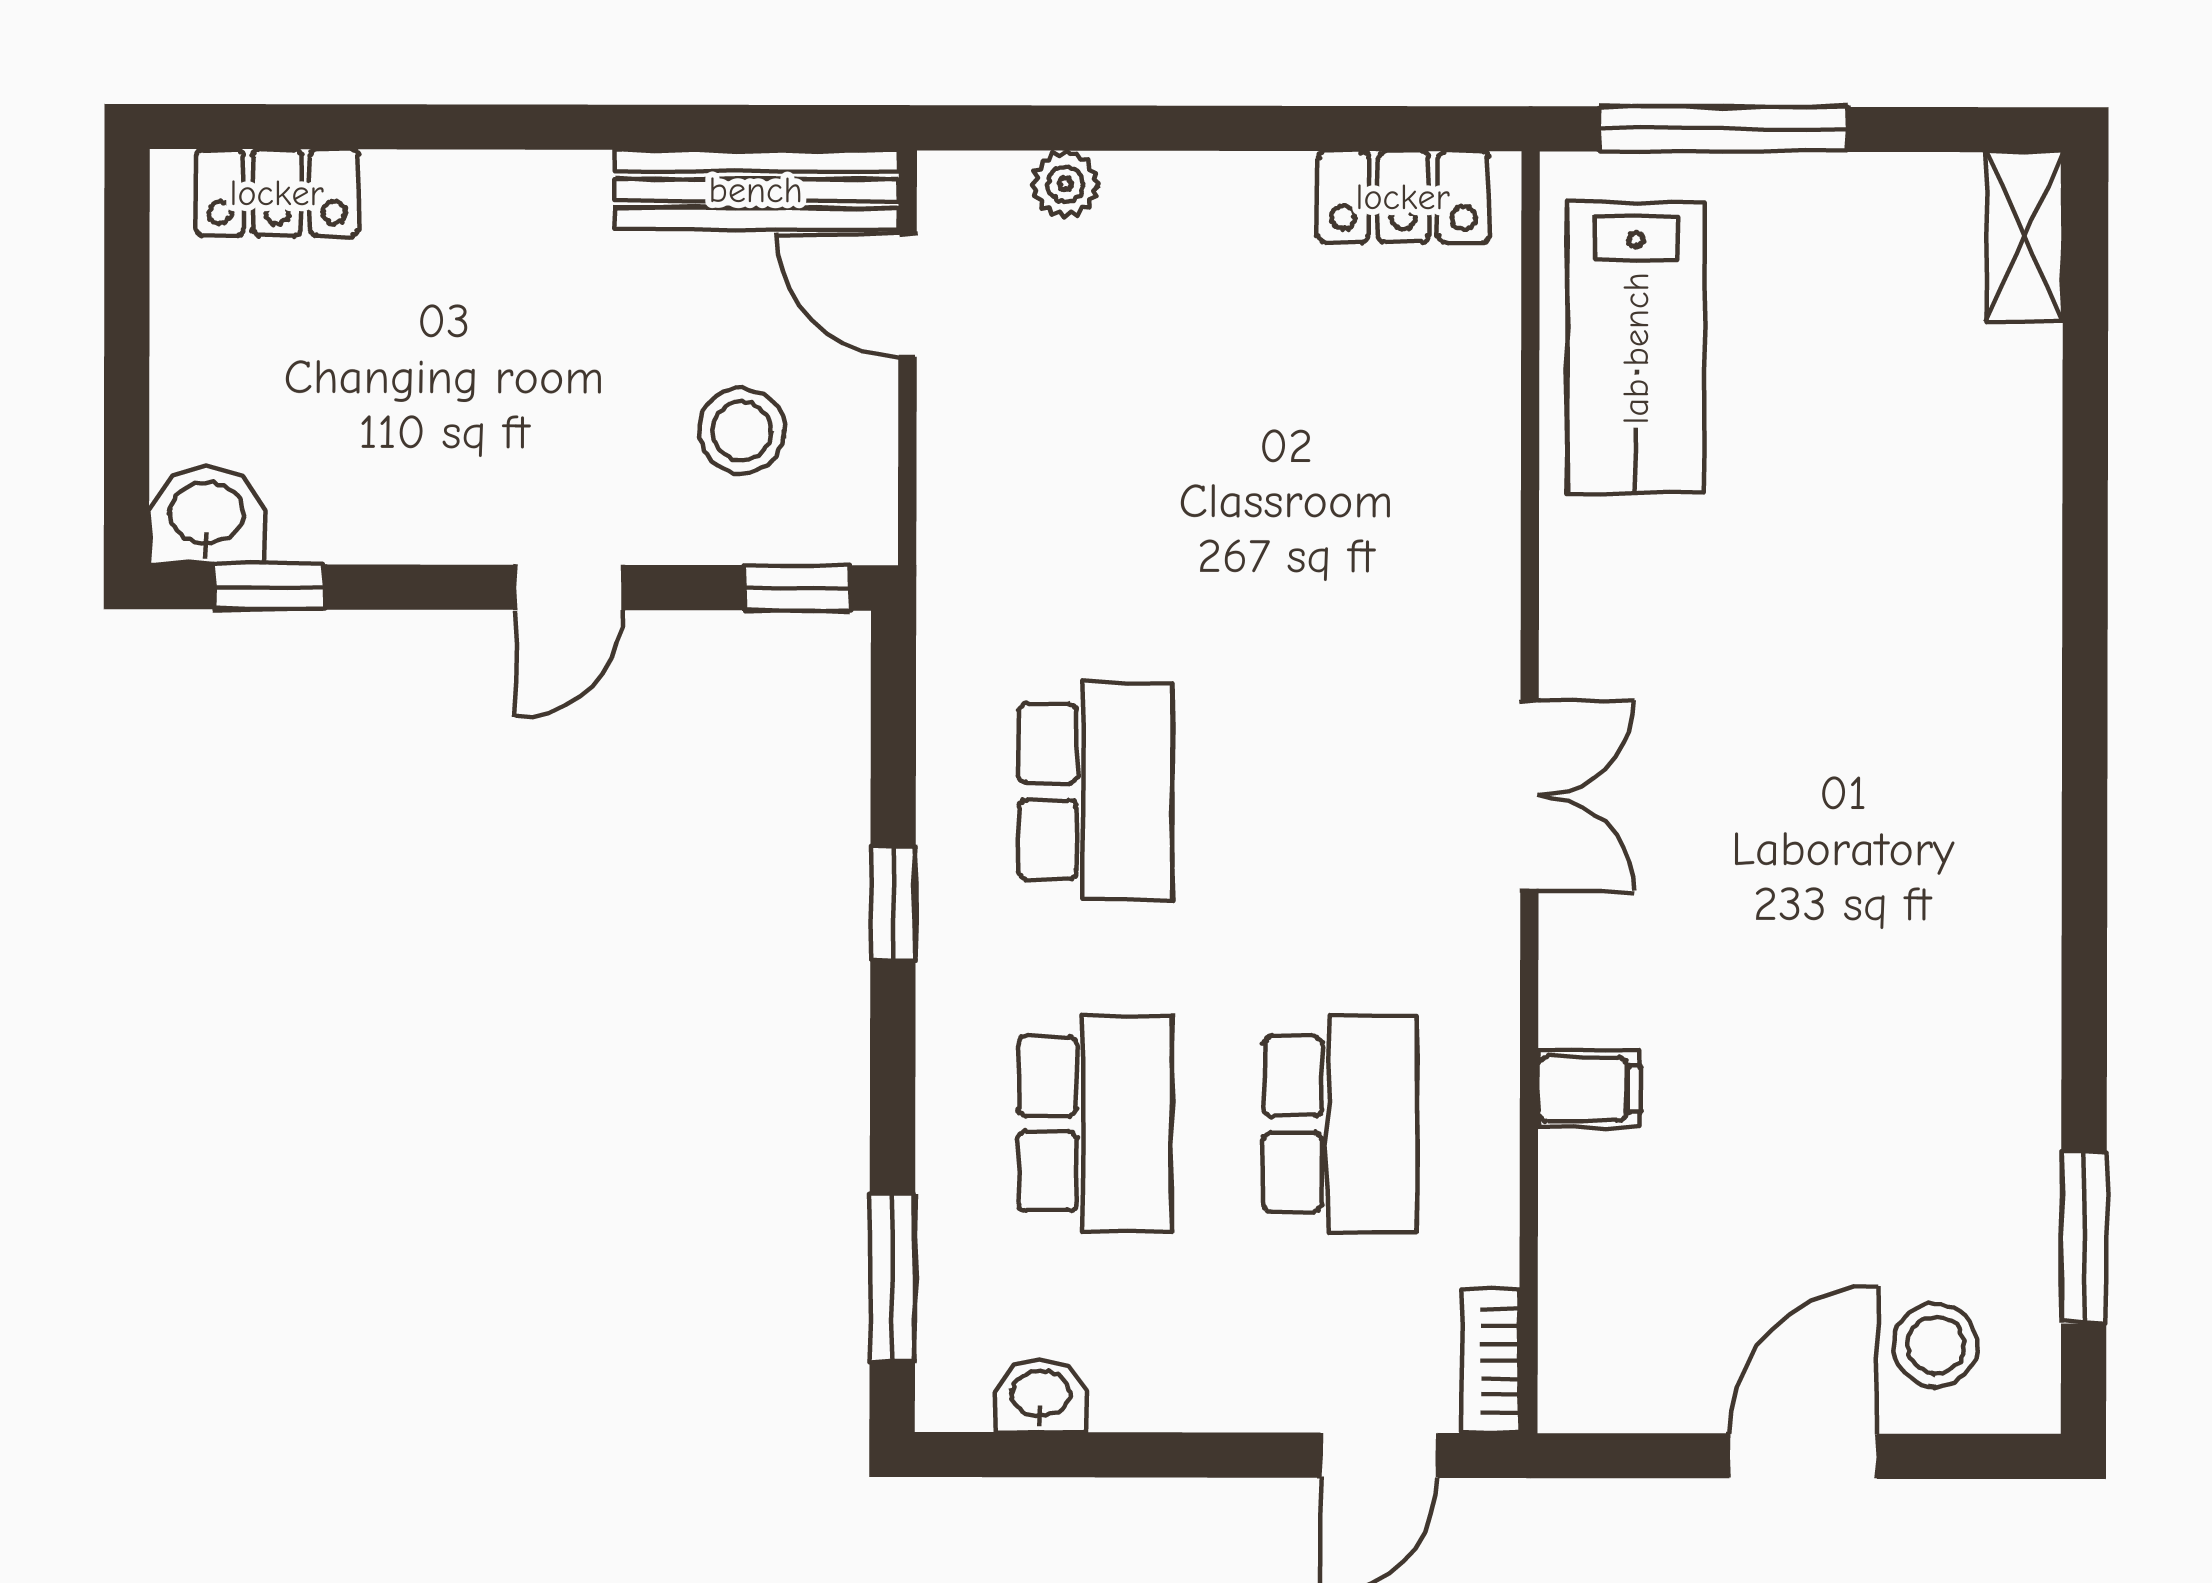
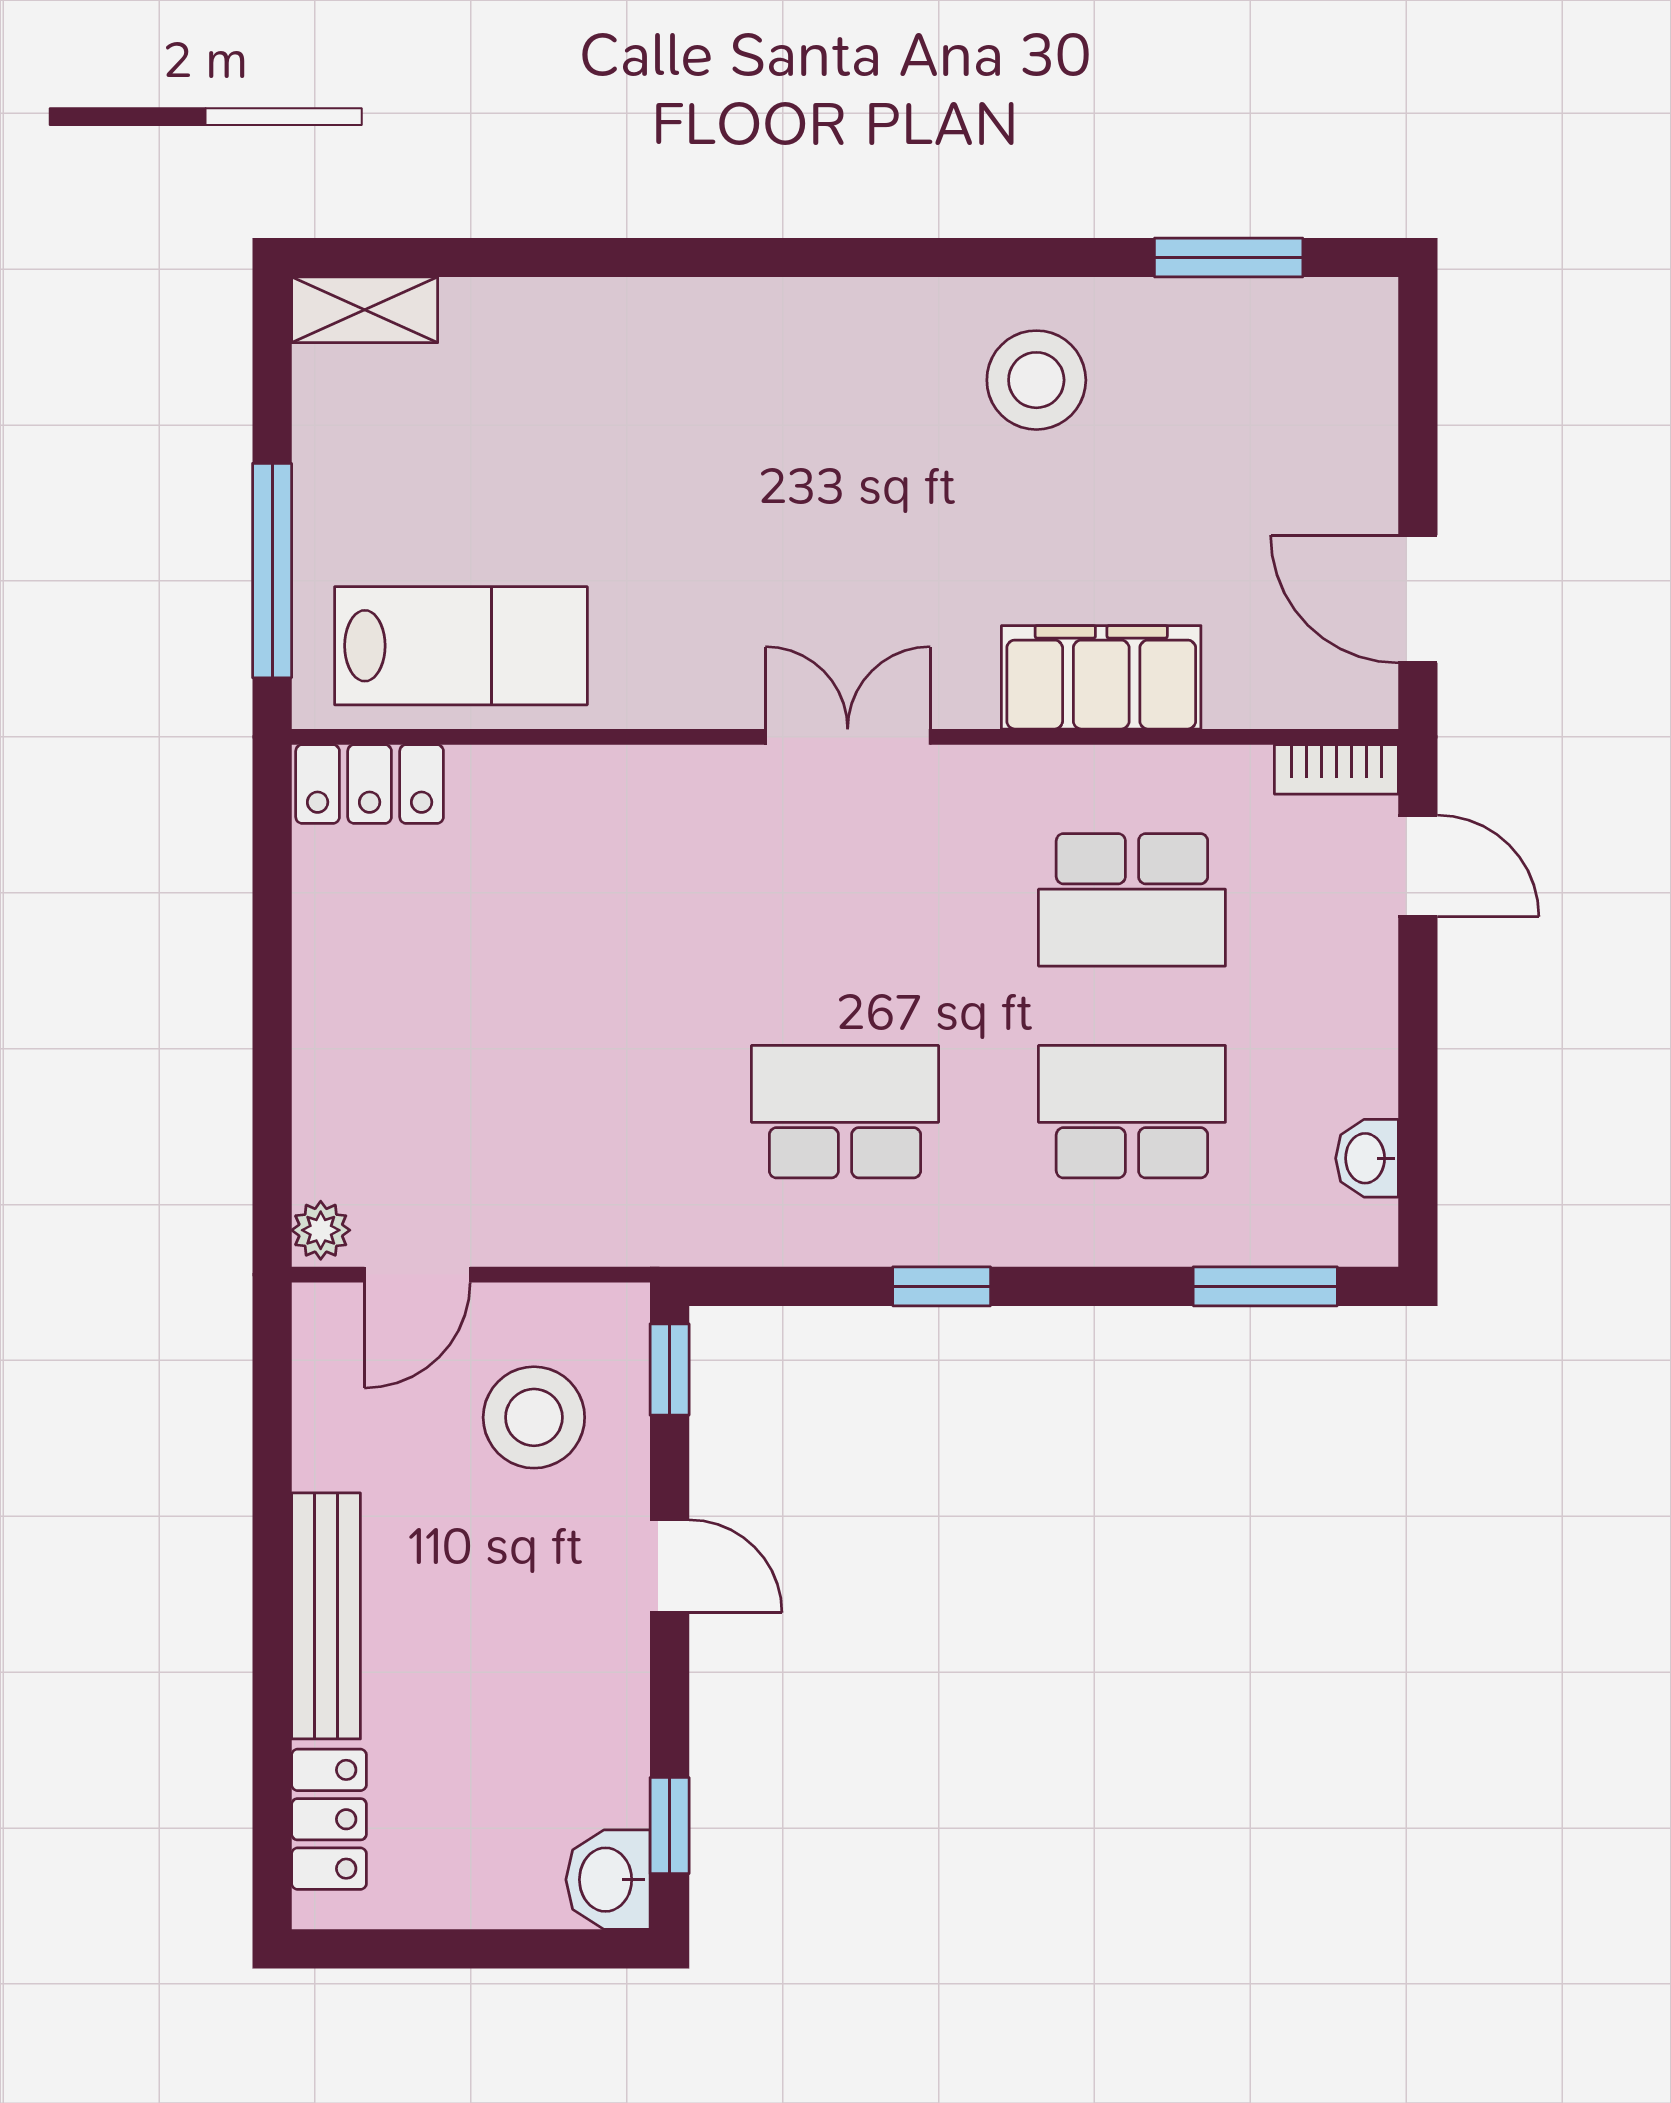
plant: (1065, 184) -> (321, 1230), moved
bench: (756, 190) -> (326, 1616), moved
locker: (1403, 197) -> (370, 784), moved, turned 90
stool: (742, 431) -> (534, 1417), width x1.38, depth x1.38
filing cabinet: (1589, 1089) -> (1101, 677), width x3.00, depth x1.17
school desk: (1340, 1124) -> (1132, 900), turned 180
stool: (1935, 1345) -> (1036, 380), moved, width x1.38, depth x1.38
door: (1803, 1456) -> (1418, 599), moved

